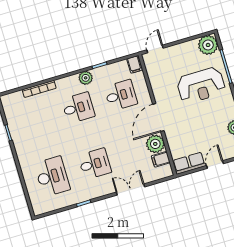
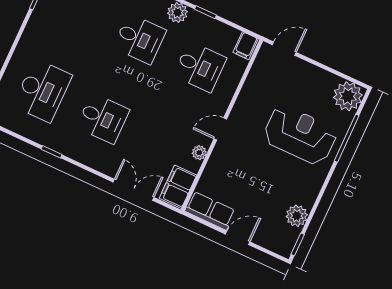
reception desk: (201, 85) -> (300, 135), turned 180
door: (158, 117) -> (220, 129), width x0.53
plant: (155, 144) -> (199, 153), width x0.53, depth x0.53
filing cabinet: (161, 159) -> (178, 187), width x2.00
double door: (130, 189) -> (133, 190), moved

